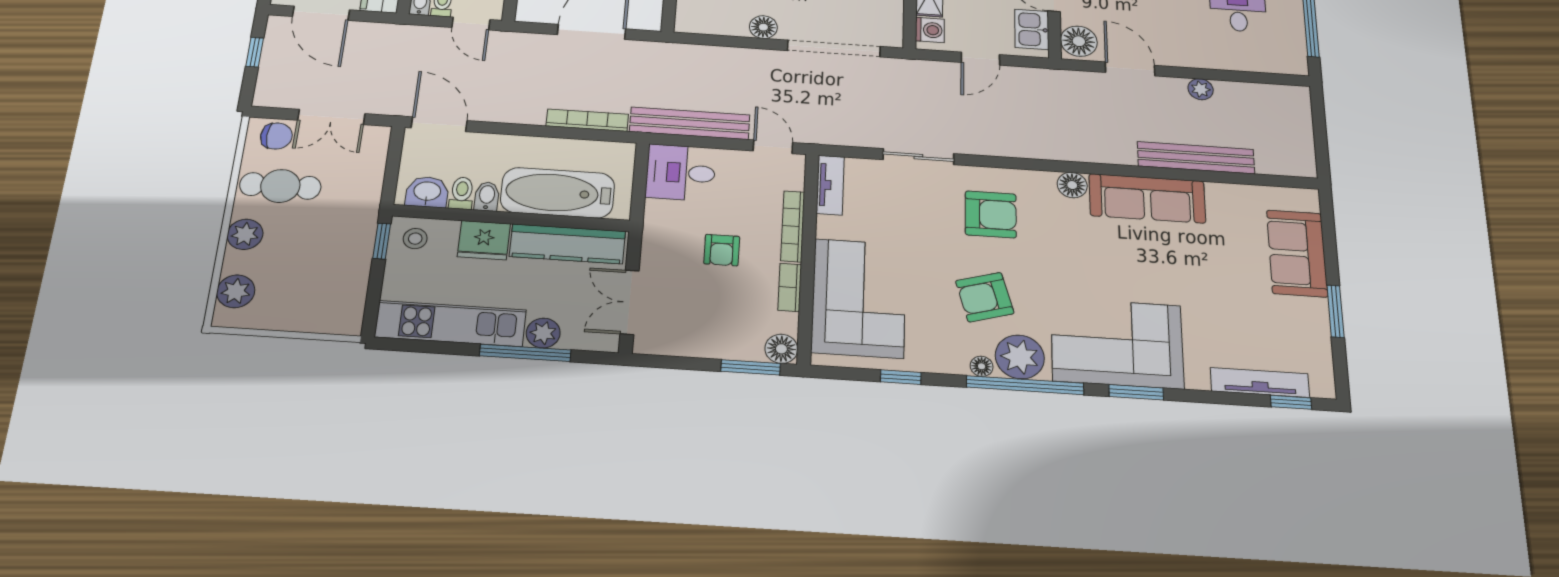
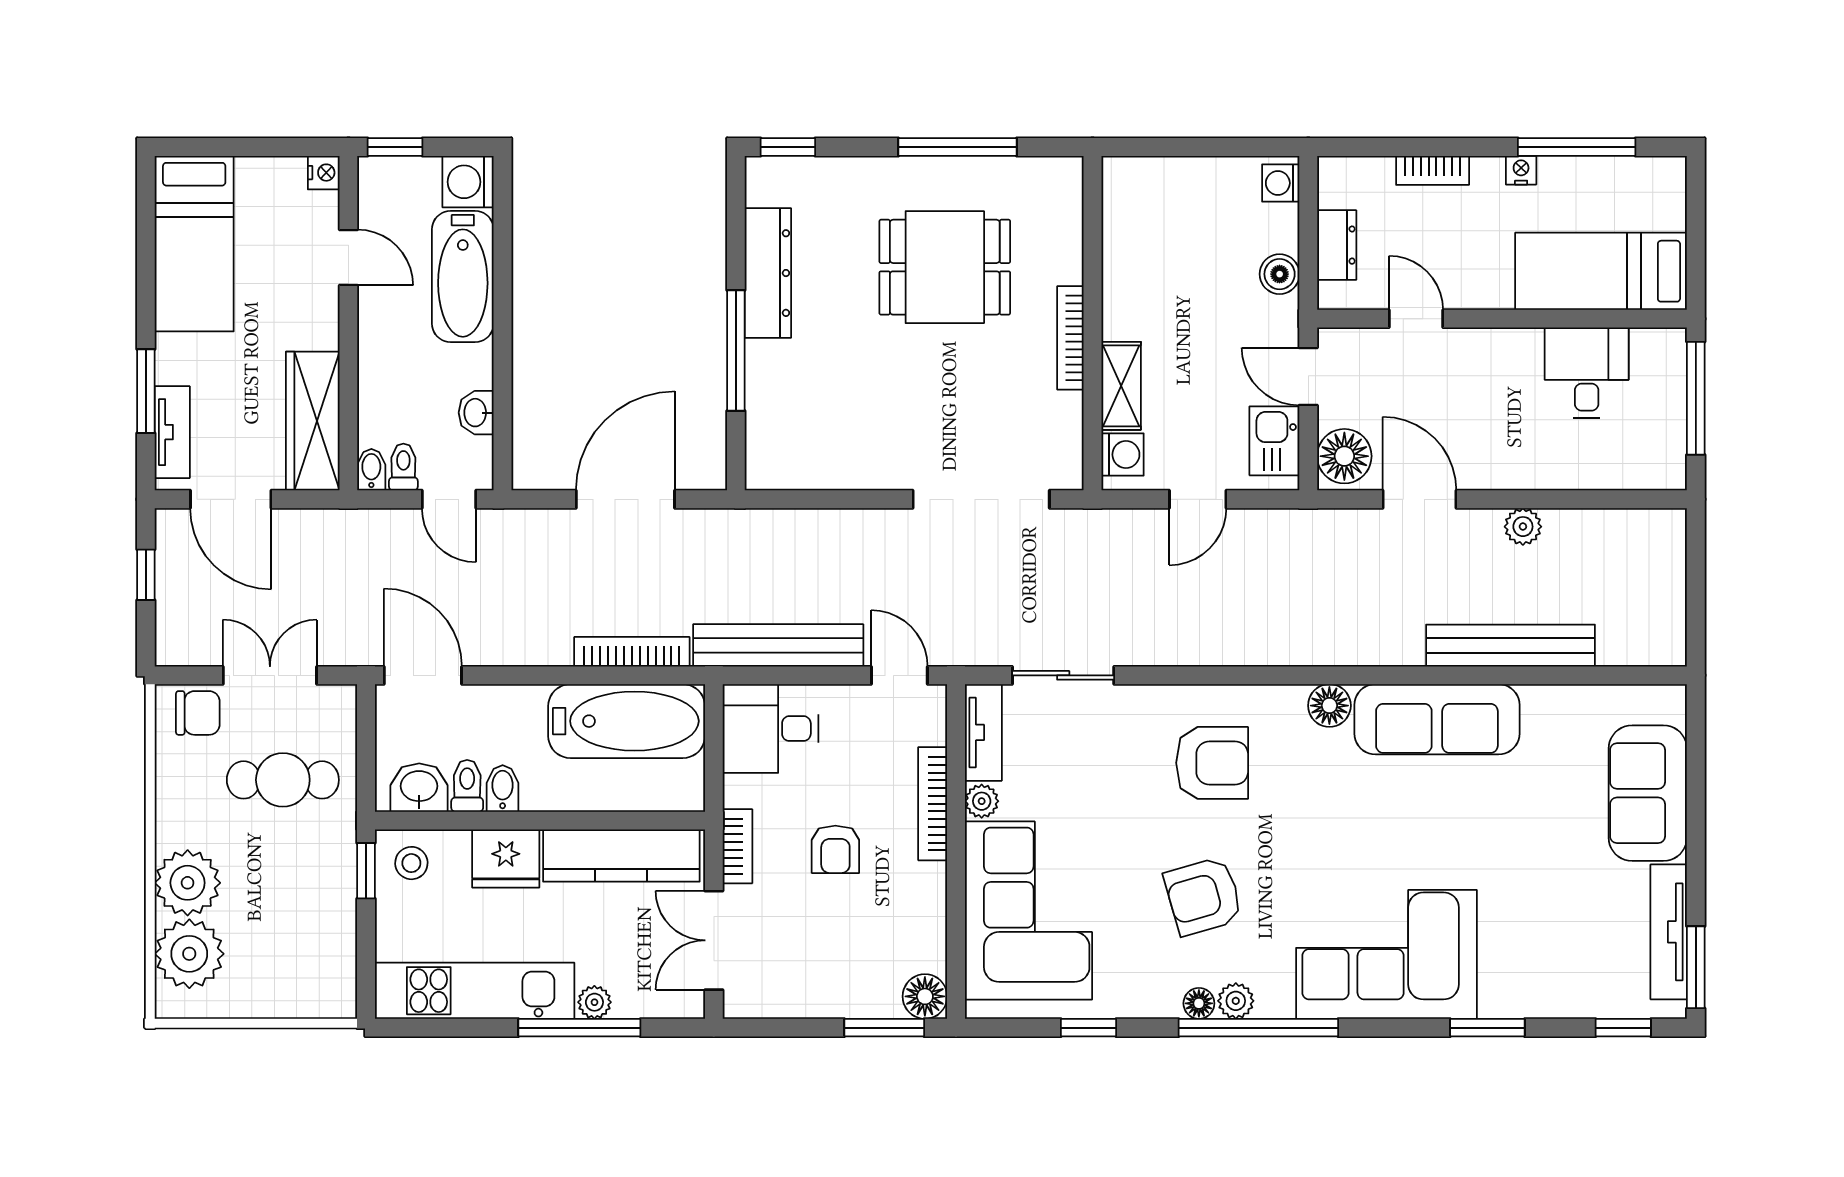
floor lamp: (763, 27) -> (876, 470), removed
double door: (331, 117) -> (270, 675), swing flipped
sliding door: (918, 157) -> (1063, 675), moved
cafe table: (280, 186) -> (283, 780), moved
bathtub: (558, 193) -> (627, 721), moved, turned 180
plant: (828, 227) -> (982, 801), added
plant: (245, 234) -> (188, 883), width x1.36, depth x1.36
bookcase: (790, 287) -> (737, 846), moved, turned 180
plant: (236, 291) -> (189, 954), width x1.36, depth x1.36
window: (1335, 311) -> (1696, 967), moved
plant: (543, 333) -> (594, 1002), width x0.73, depth x0.73
plant: (1020, 357) -> (1236, 1001), width x0.53, depth x0.53
tv unit: (1260, 382) -> (1669, 932), moved, turned -90
window: (1136, 392) -> (1487, 1028), moved

